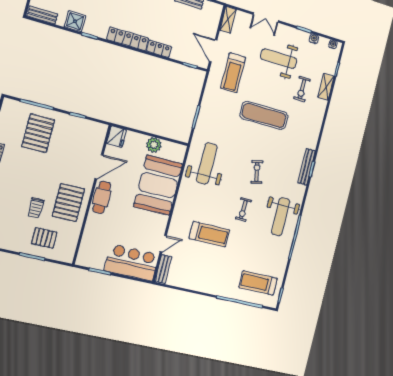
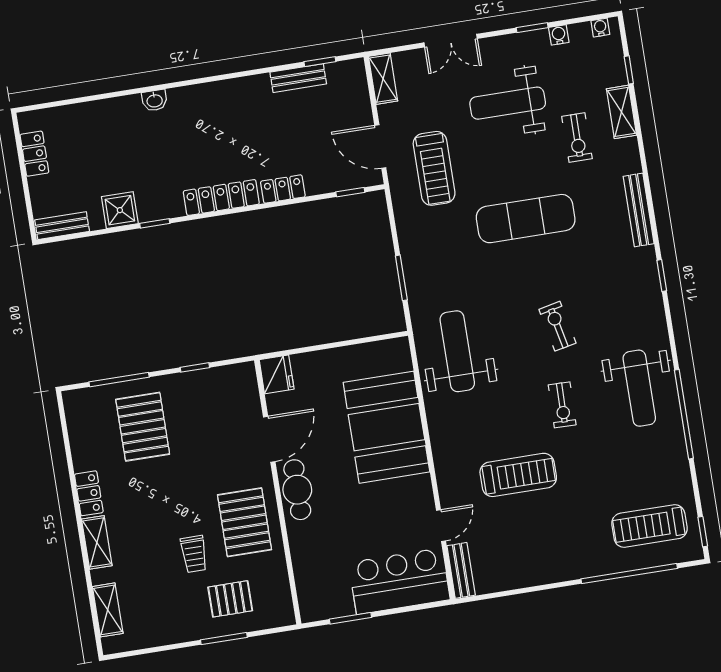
plant: (154, 145) -> (348, 360), removed
bench: (307, 167) -> (639, 210), moved

